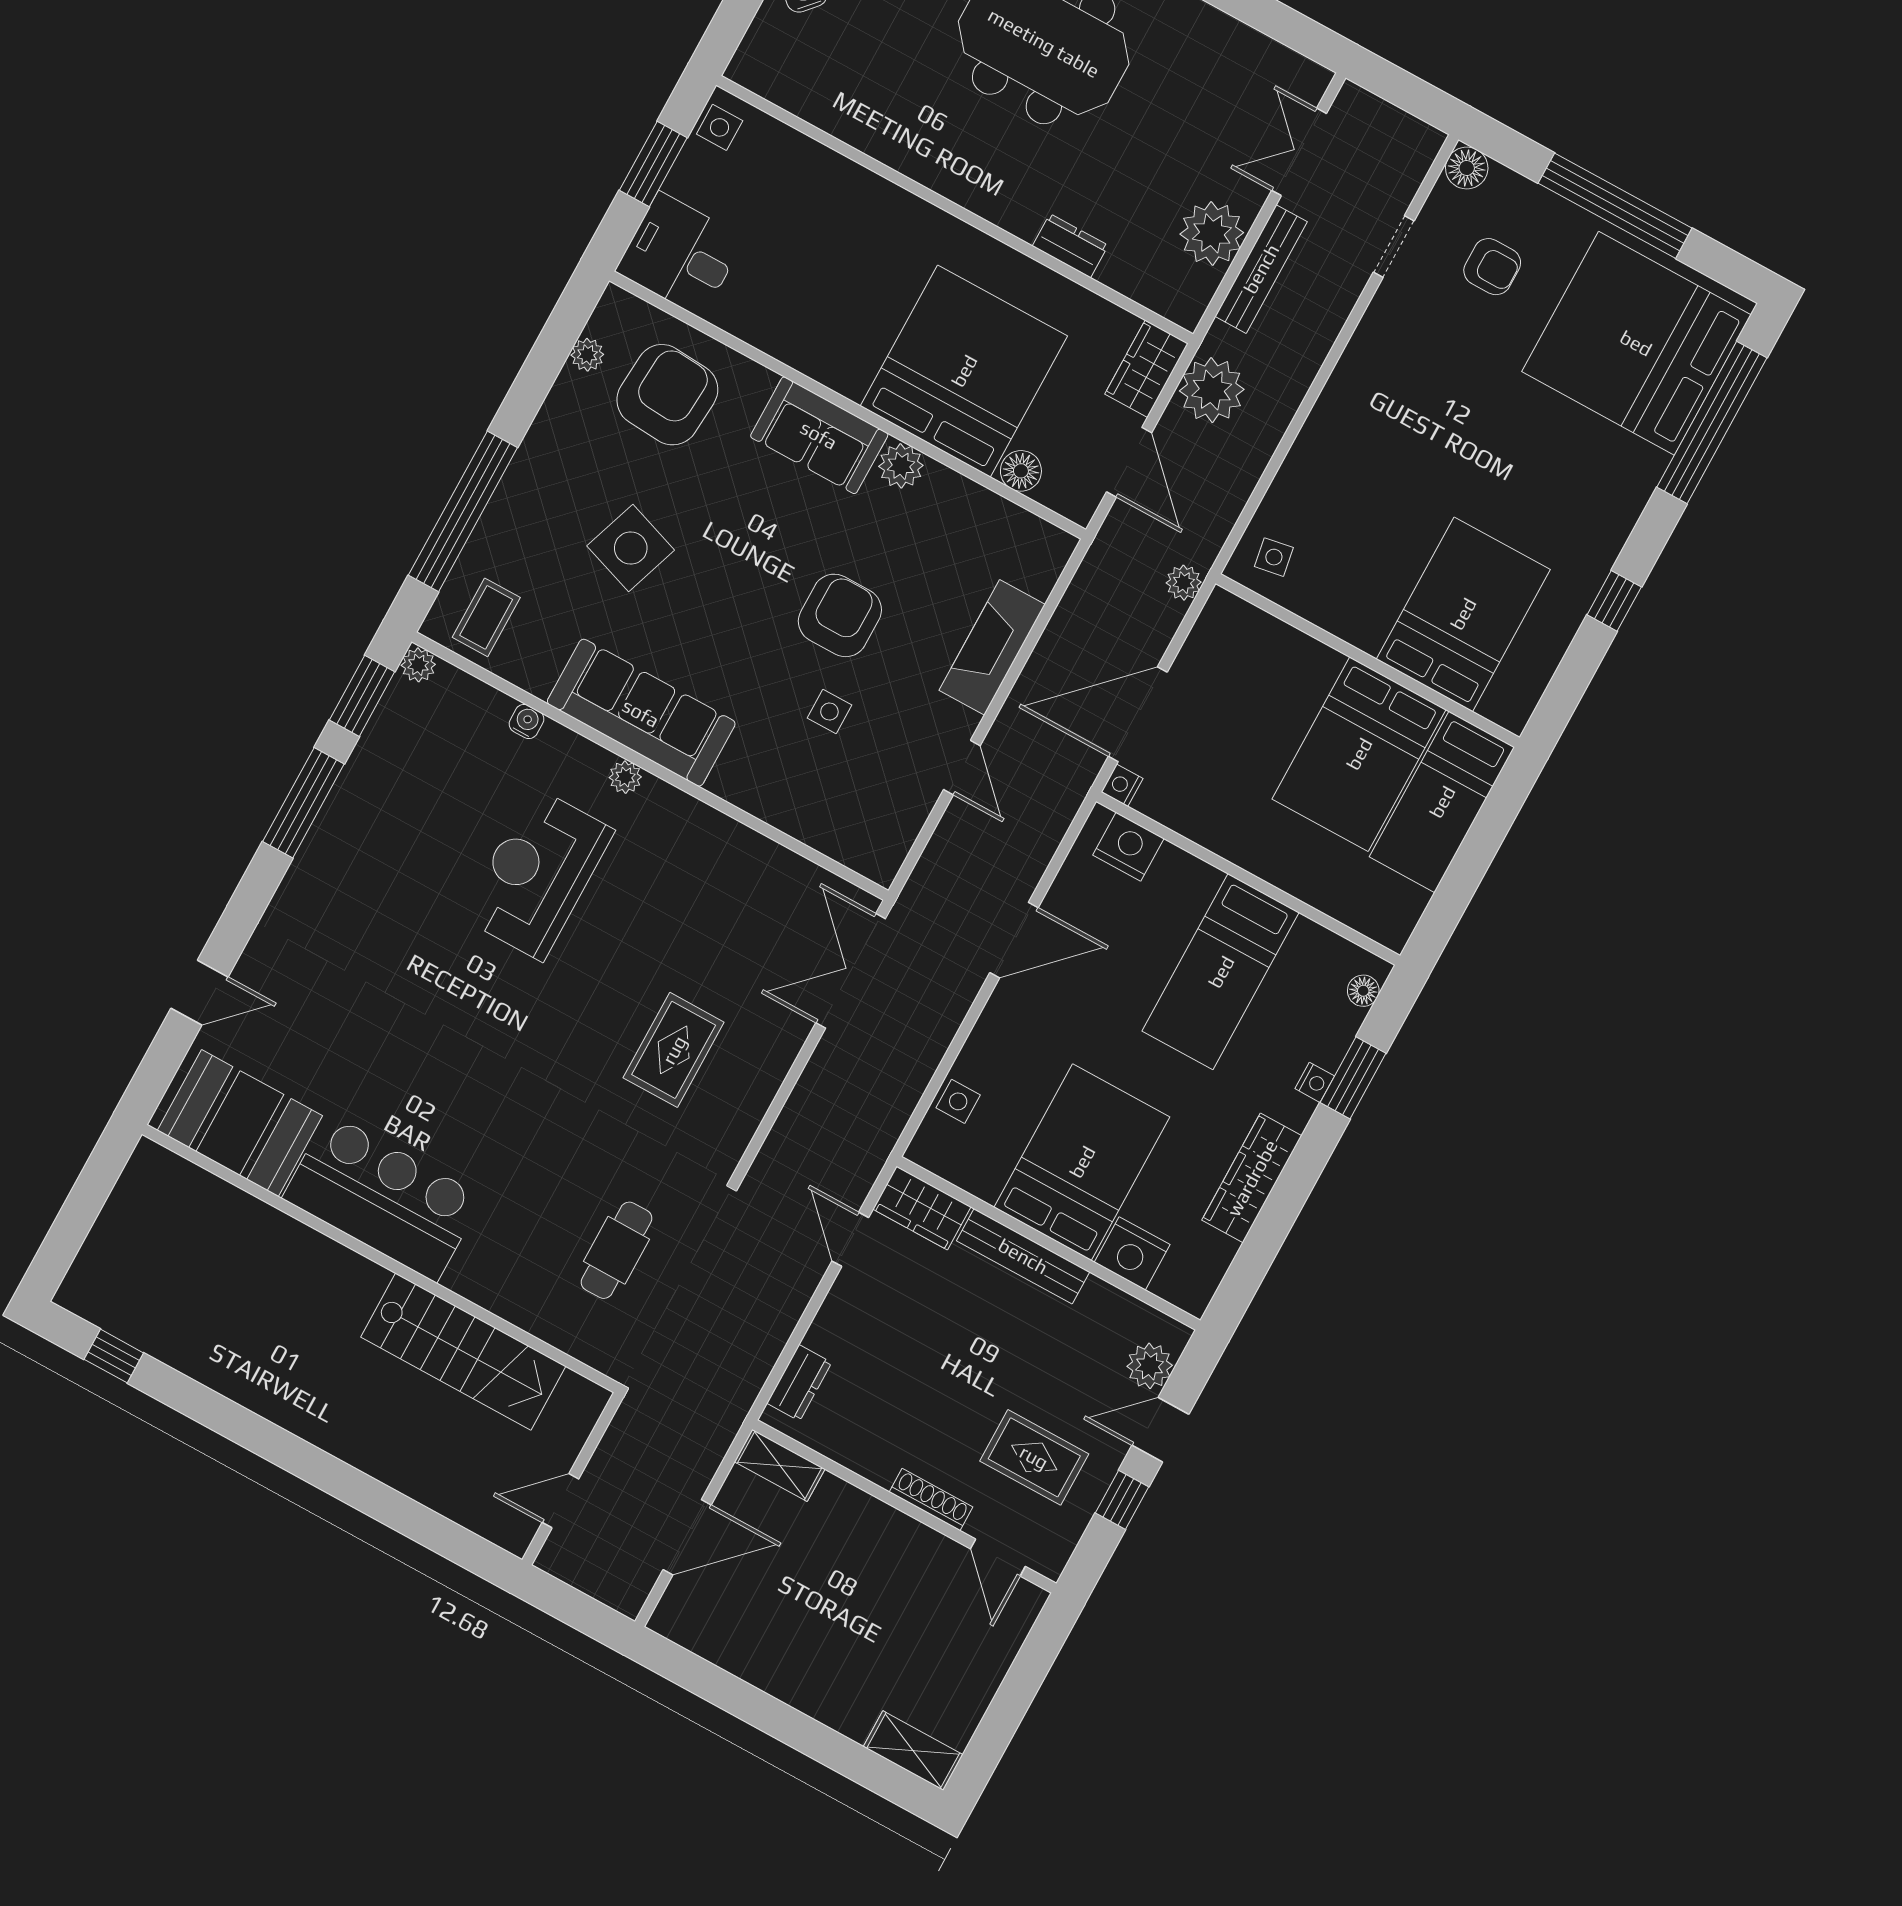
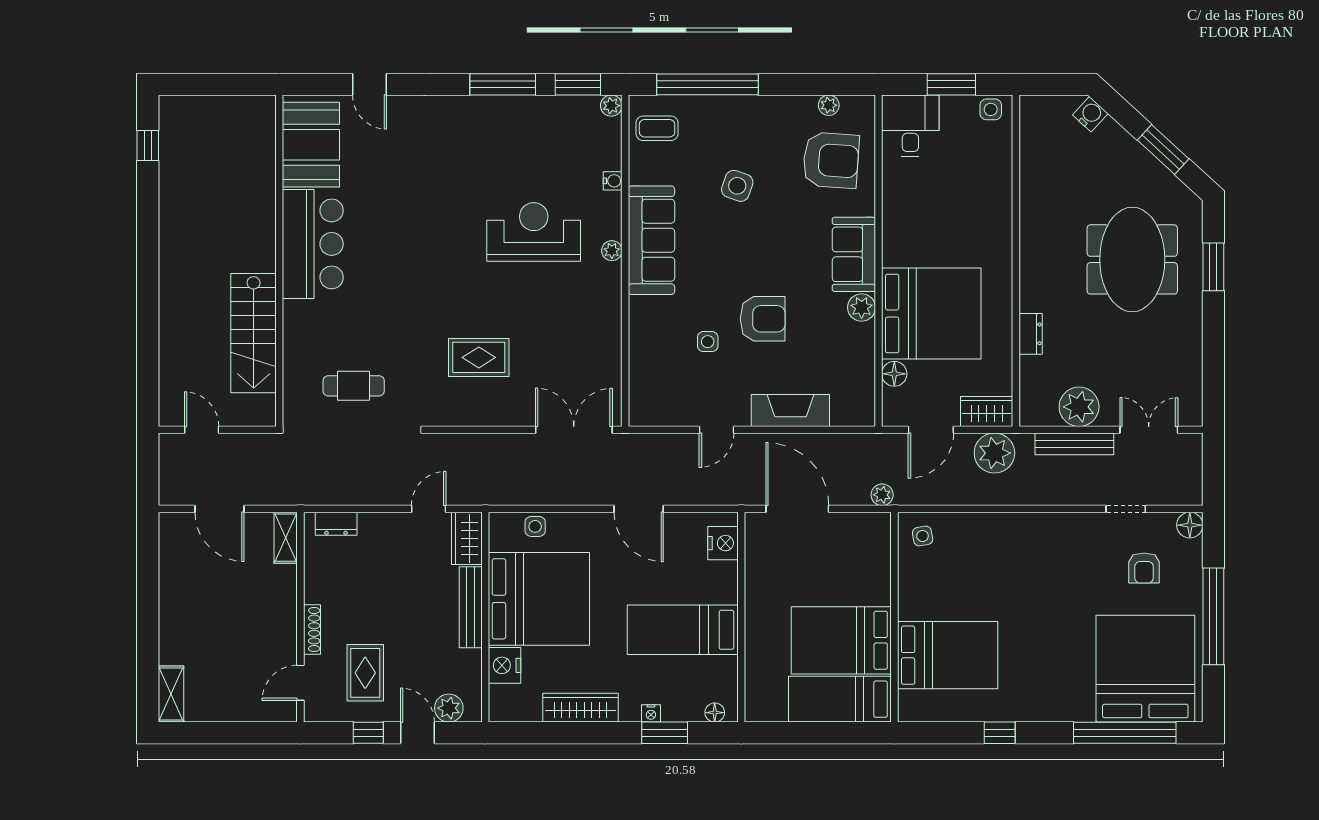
side table: (631, 548) -> (737, 186), width x0.73, depth x0.73
nightstand: (1122, 785) -> (754, 521), removed
bed: (1082, 1162) -> (539, 599), width x1.36

